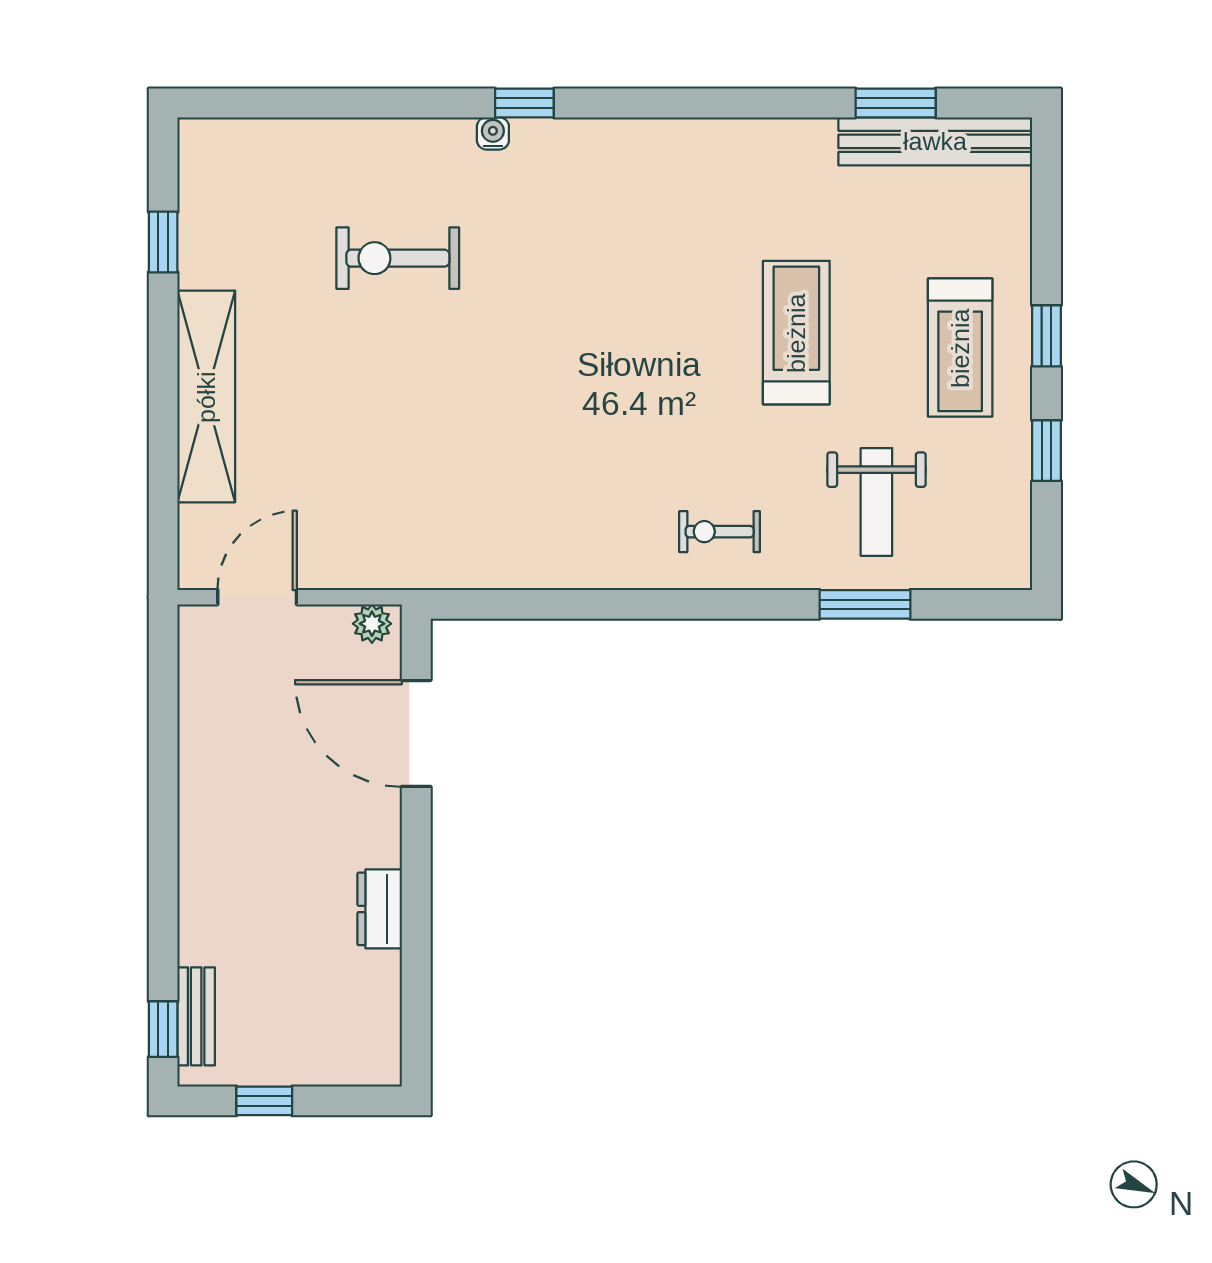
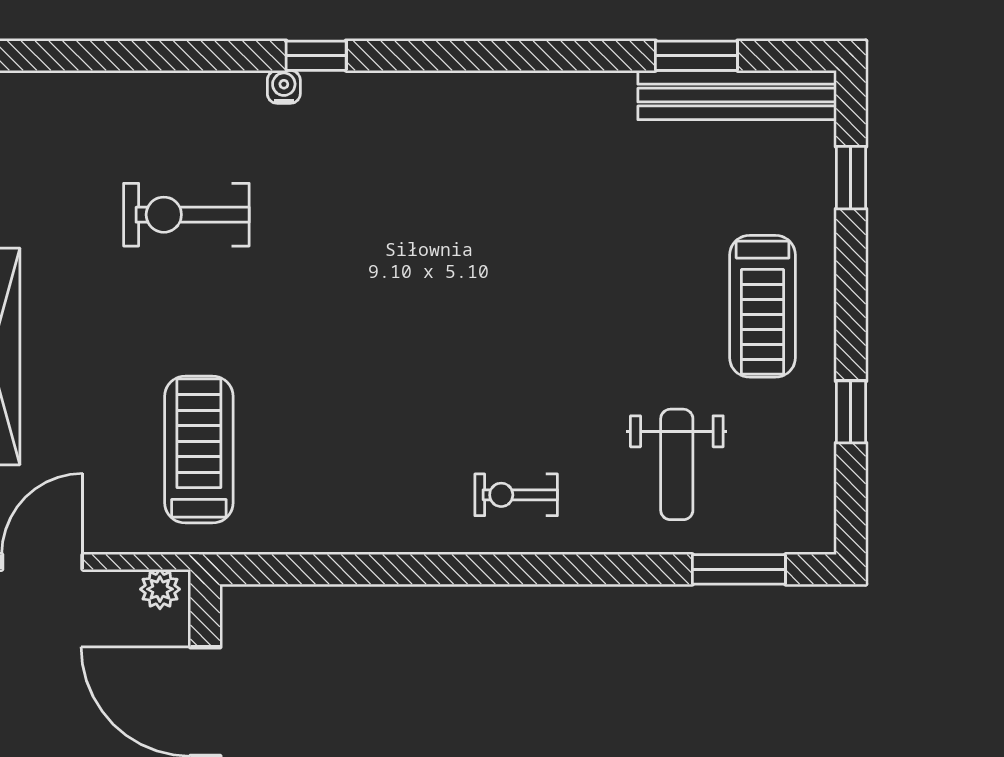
treadmill: (796, 333) -> (199, 450), moved
window: (1046, 336) -> (851, 178), moved
window: (865, 604) -> (739, 569), moved

